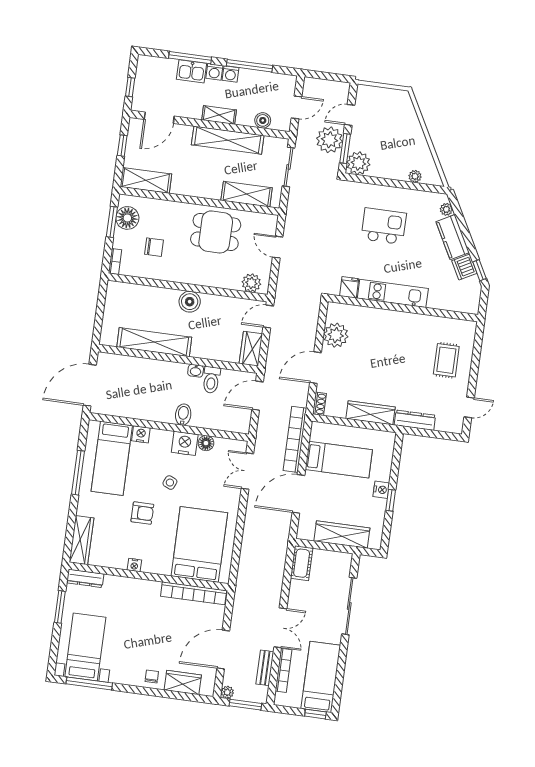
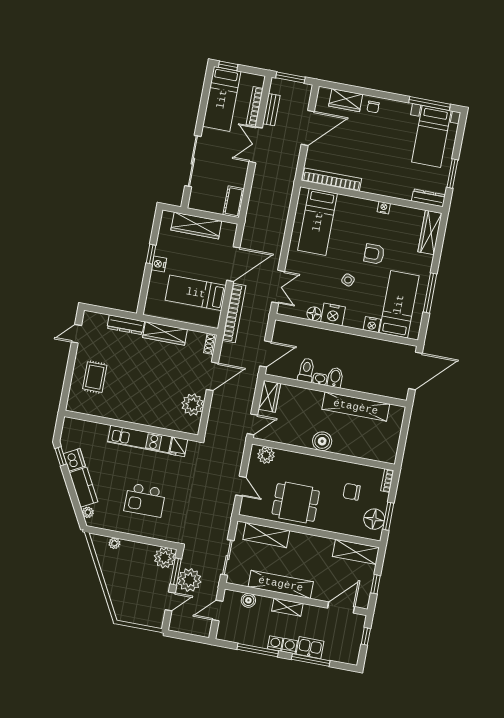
bidet: (183, 415) -> (335, 378), moved, turned 180
bed: (199, 544) -> (318, 222), width x0.67
plant: (227, 692) -> (306, 89), removed

